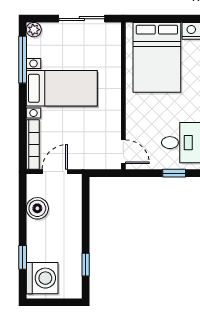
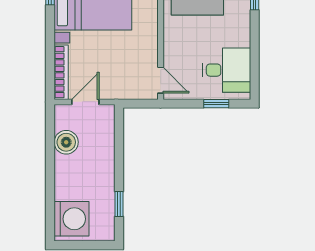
window: (23, 257) -> (50, 196), removed

